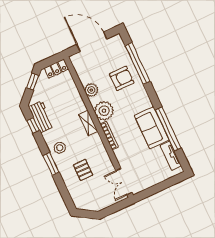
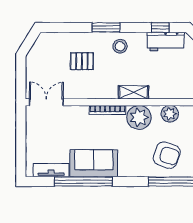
armchair: (122, 78) -> (167, 155), turned -71

